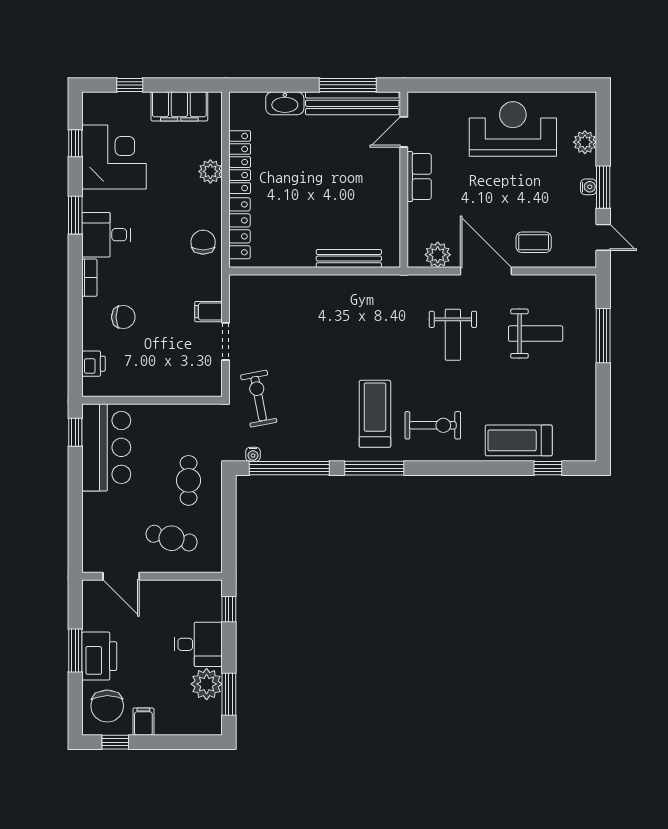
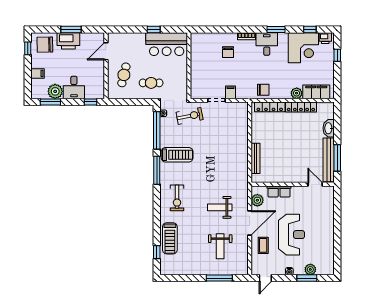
filing cabinet: (179, 106) -> (316, 92), moved, turned 90
reception desk: (513, 129) -> (292, 235), moved
row of seats: (419, 176) -> (279, 191), moved
window: (603, 187) -> (307, 278), moved
printer: (93, 364) -> (325, 38), moved
treadmill: (375, 414) -> (177, 155), moved
window: (75, 432) -> (154, 30), moved
treadmill: (519, 440) -> (170, 238), turned 180
filing cabinet: (143, 722) -> (38, 74), moved

